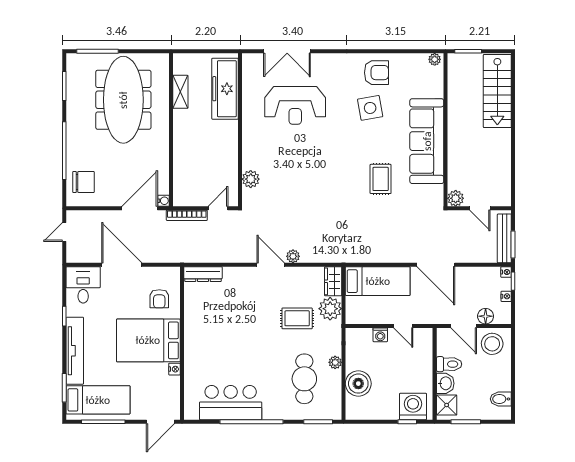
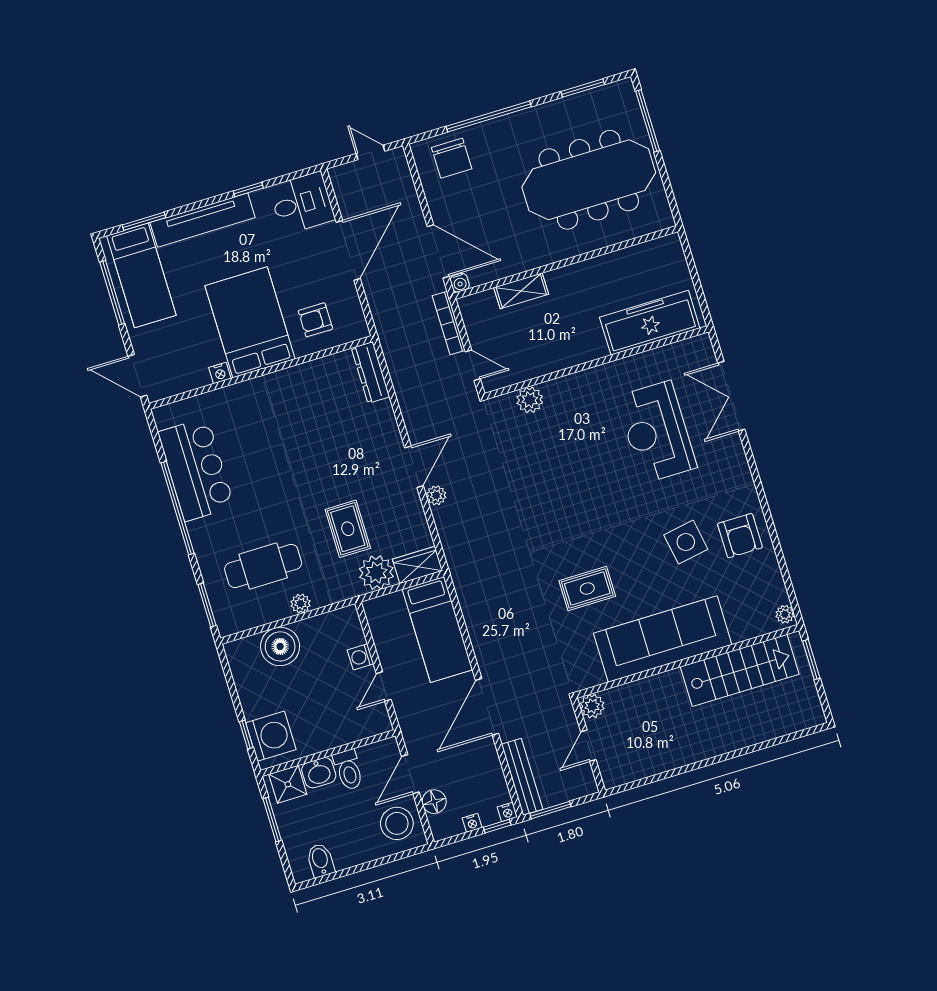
stairs: (497, 91) -> (740, 670), moved, turned 180
shelving: (180, 92) -> (521, 291), moved
bench: (504, 238) -> (522, 777), moved, turned 90

